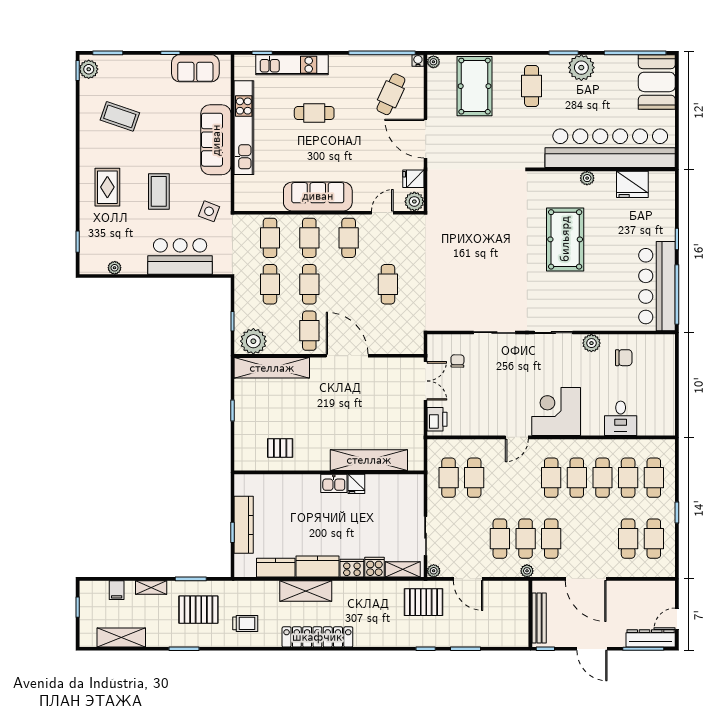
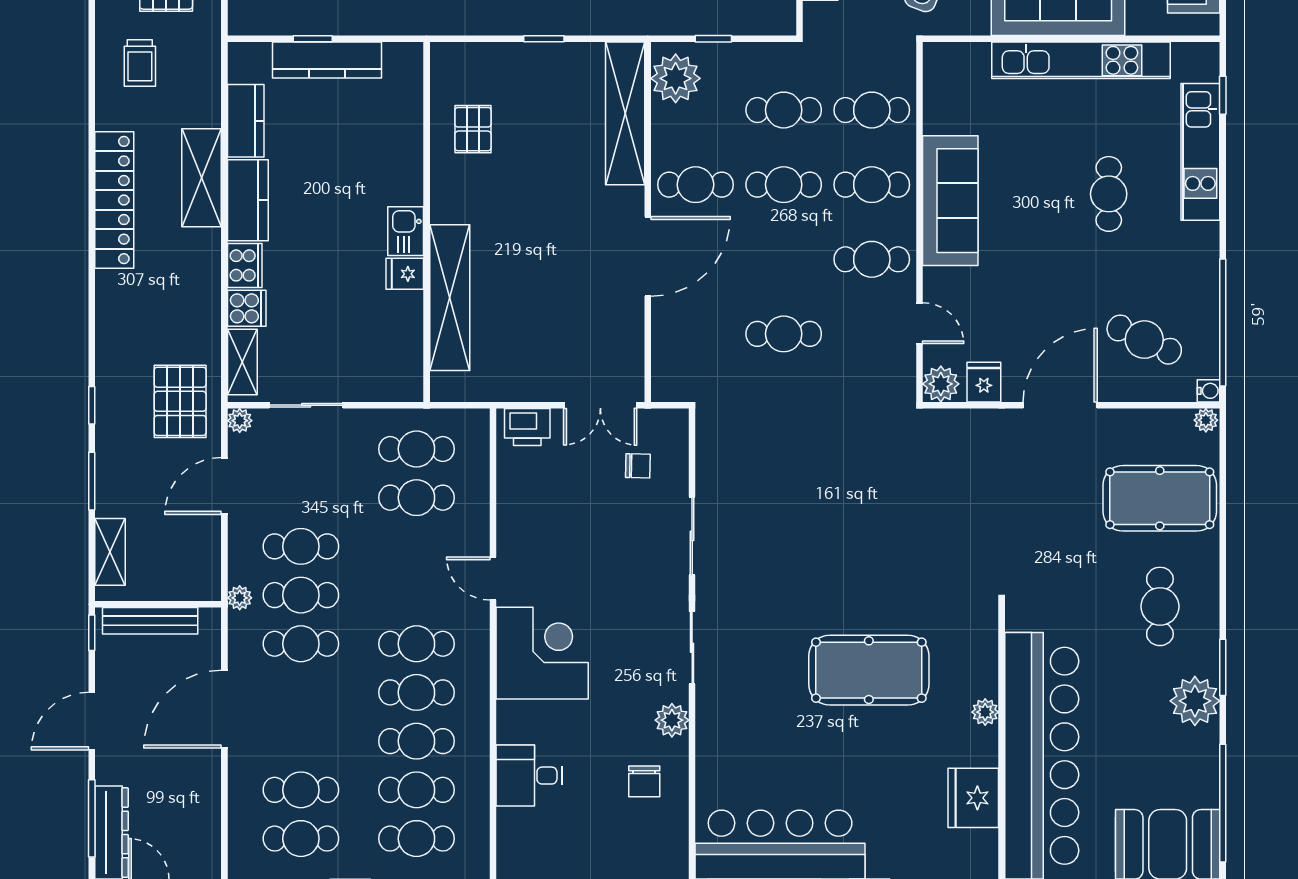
cafe table: (532, 86) -> (1160, 606), turned 90
shelving: (503, 639) -> (110, 552), added

